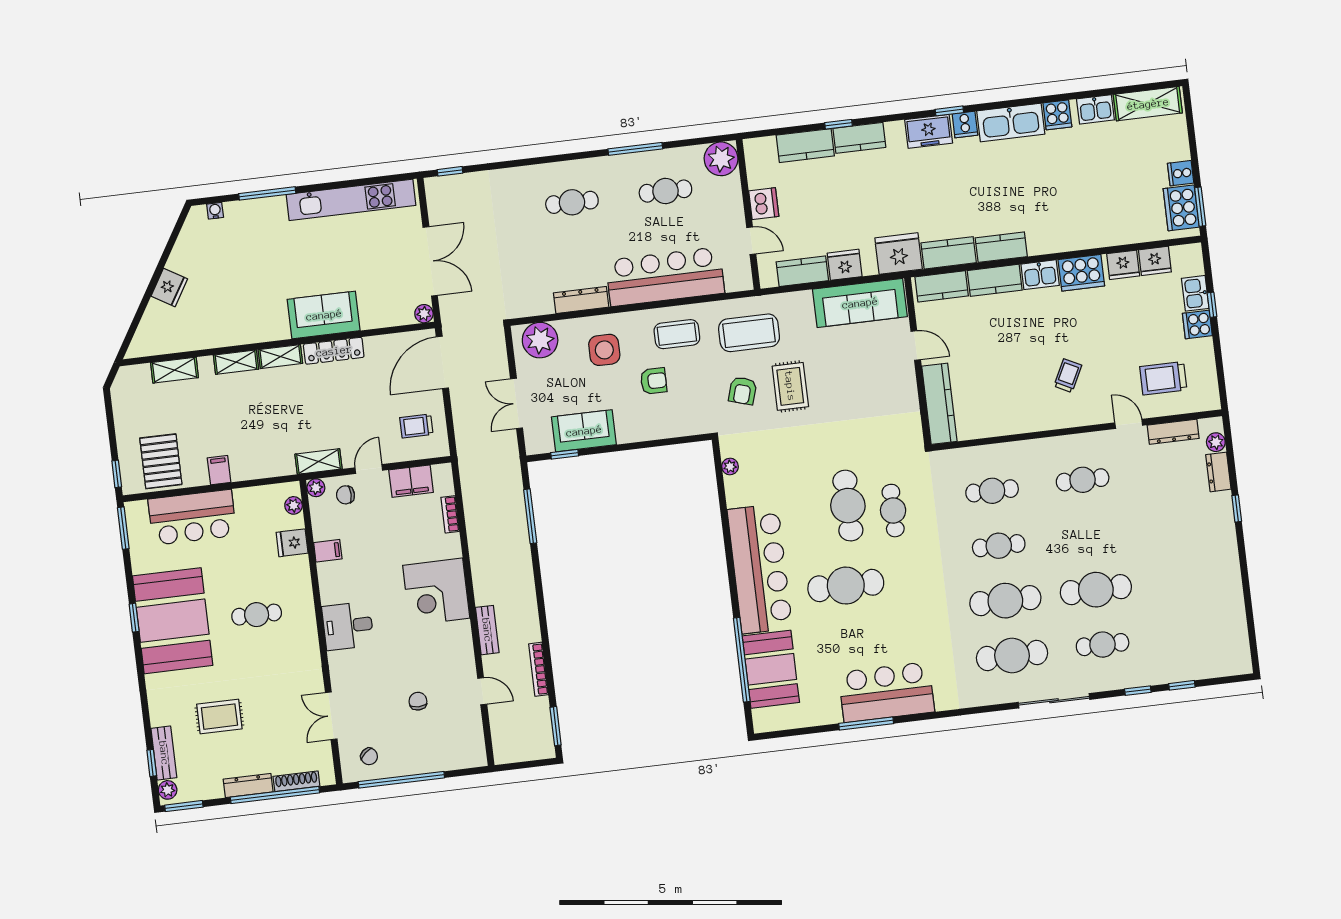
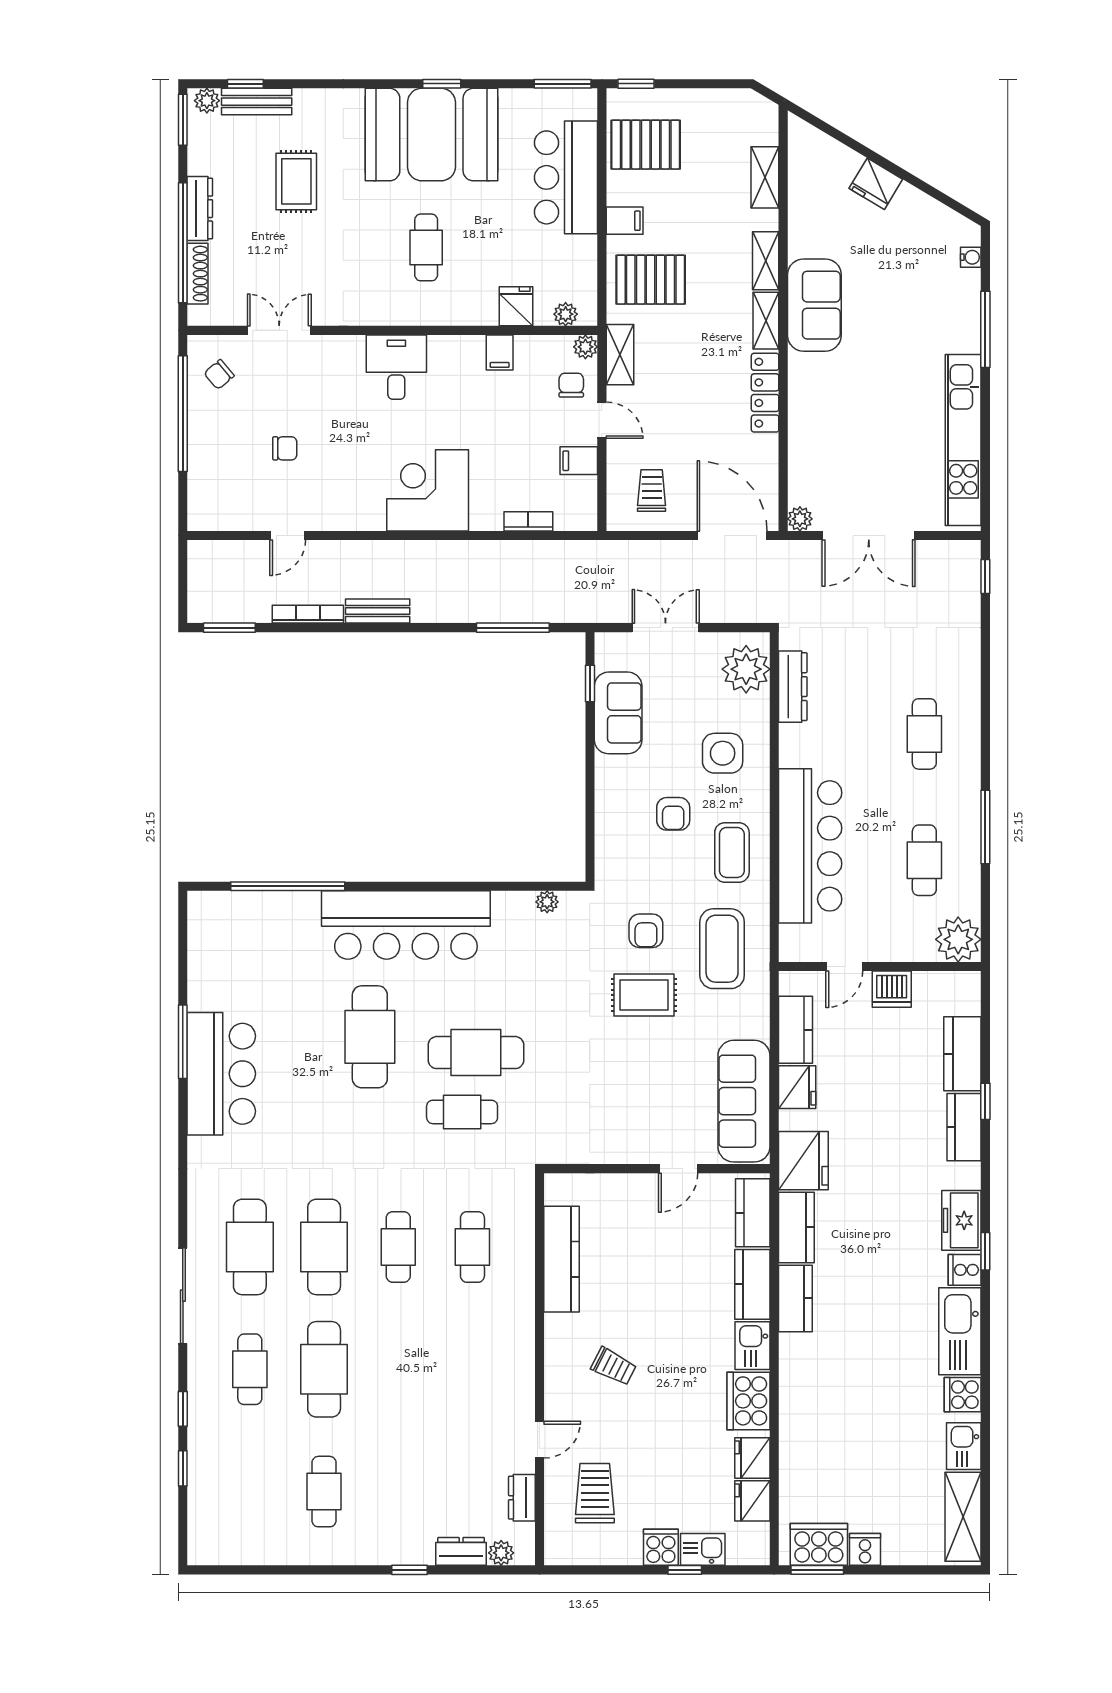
dresser: (581, 300) -> (793, 687), moved
sofa: (324, 315) -> (814, 305), moved
armchair: (743, 391) -> (646, 931), turned -107
kitchen counter: (939, 404) -> (562, 1259), moved, turned -90
dresser: (1173, 432) -> (522, 1498), width x0.70
pallet: (260, 446) -> (651, 280), added
cafe table: (1083, 480) -> (324, 1492), moved
filing cabinet: (411, 481) -> (579, 461), width x0.50
bench: (487, 630) -> (378, 611), moved
booth: (771, 669) -> (270, 924), removed

